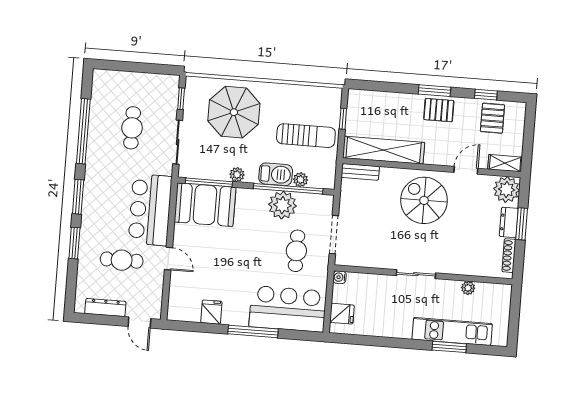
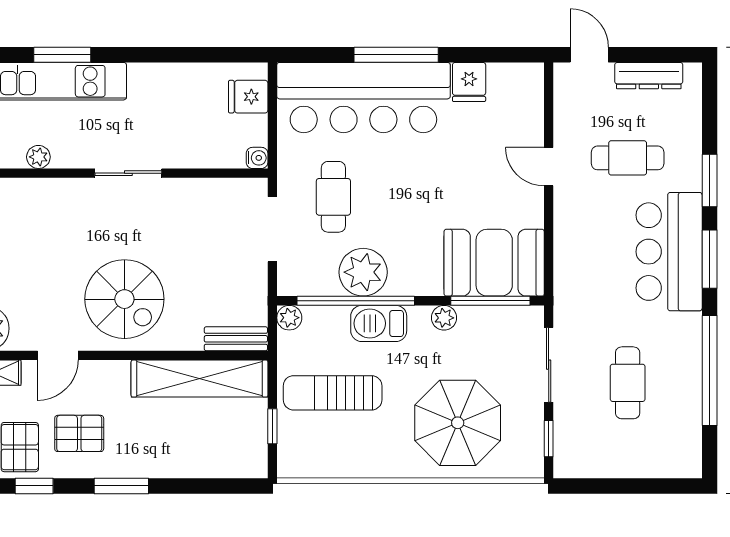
pallet: (439, 110) -> (79, 433), moved
plant: (301, 180) -> (289, 318), moved
bar counter: (150, 210) -> (669, 252), moved, turned 180
bar counter: (288, 309) -> (363, 98), width x1.36

